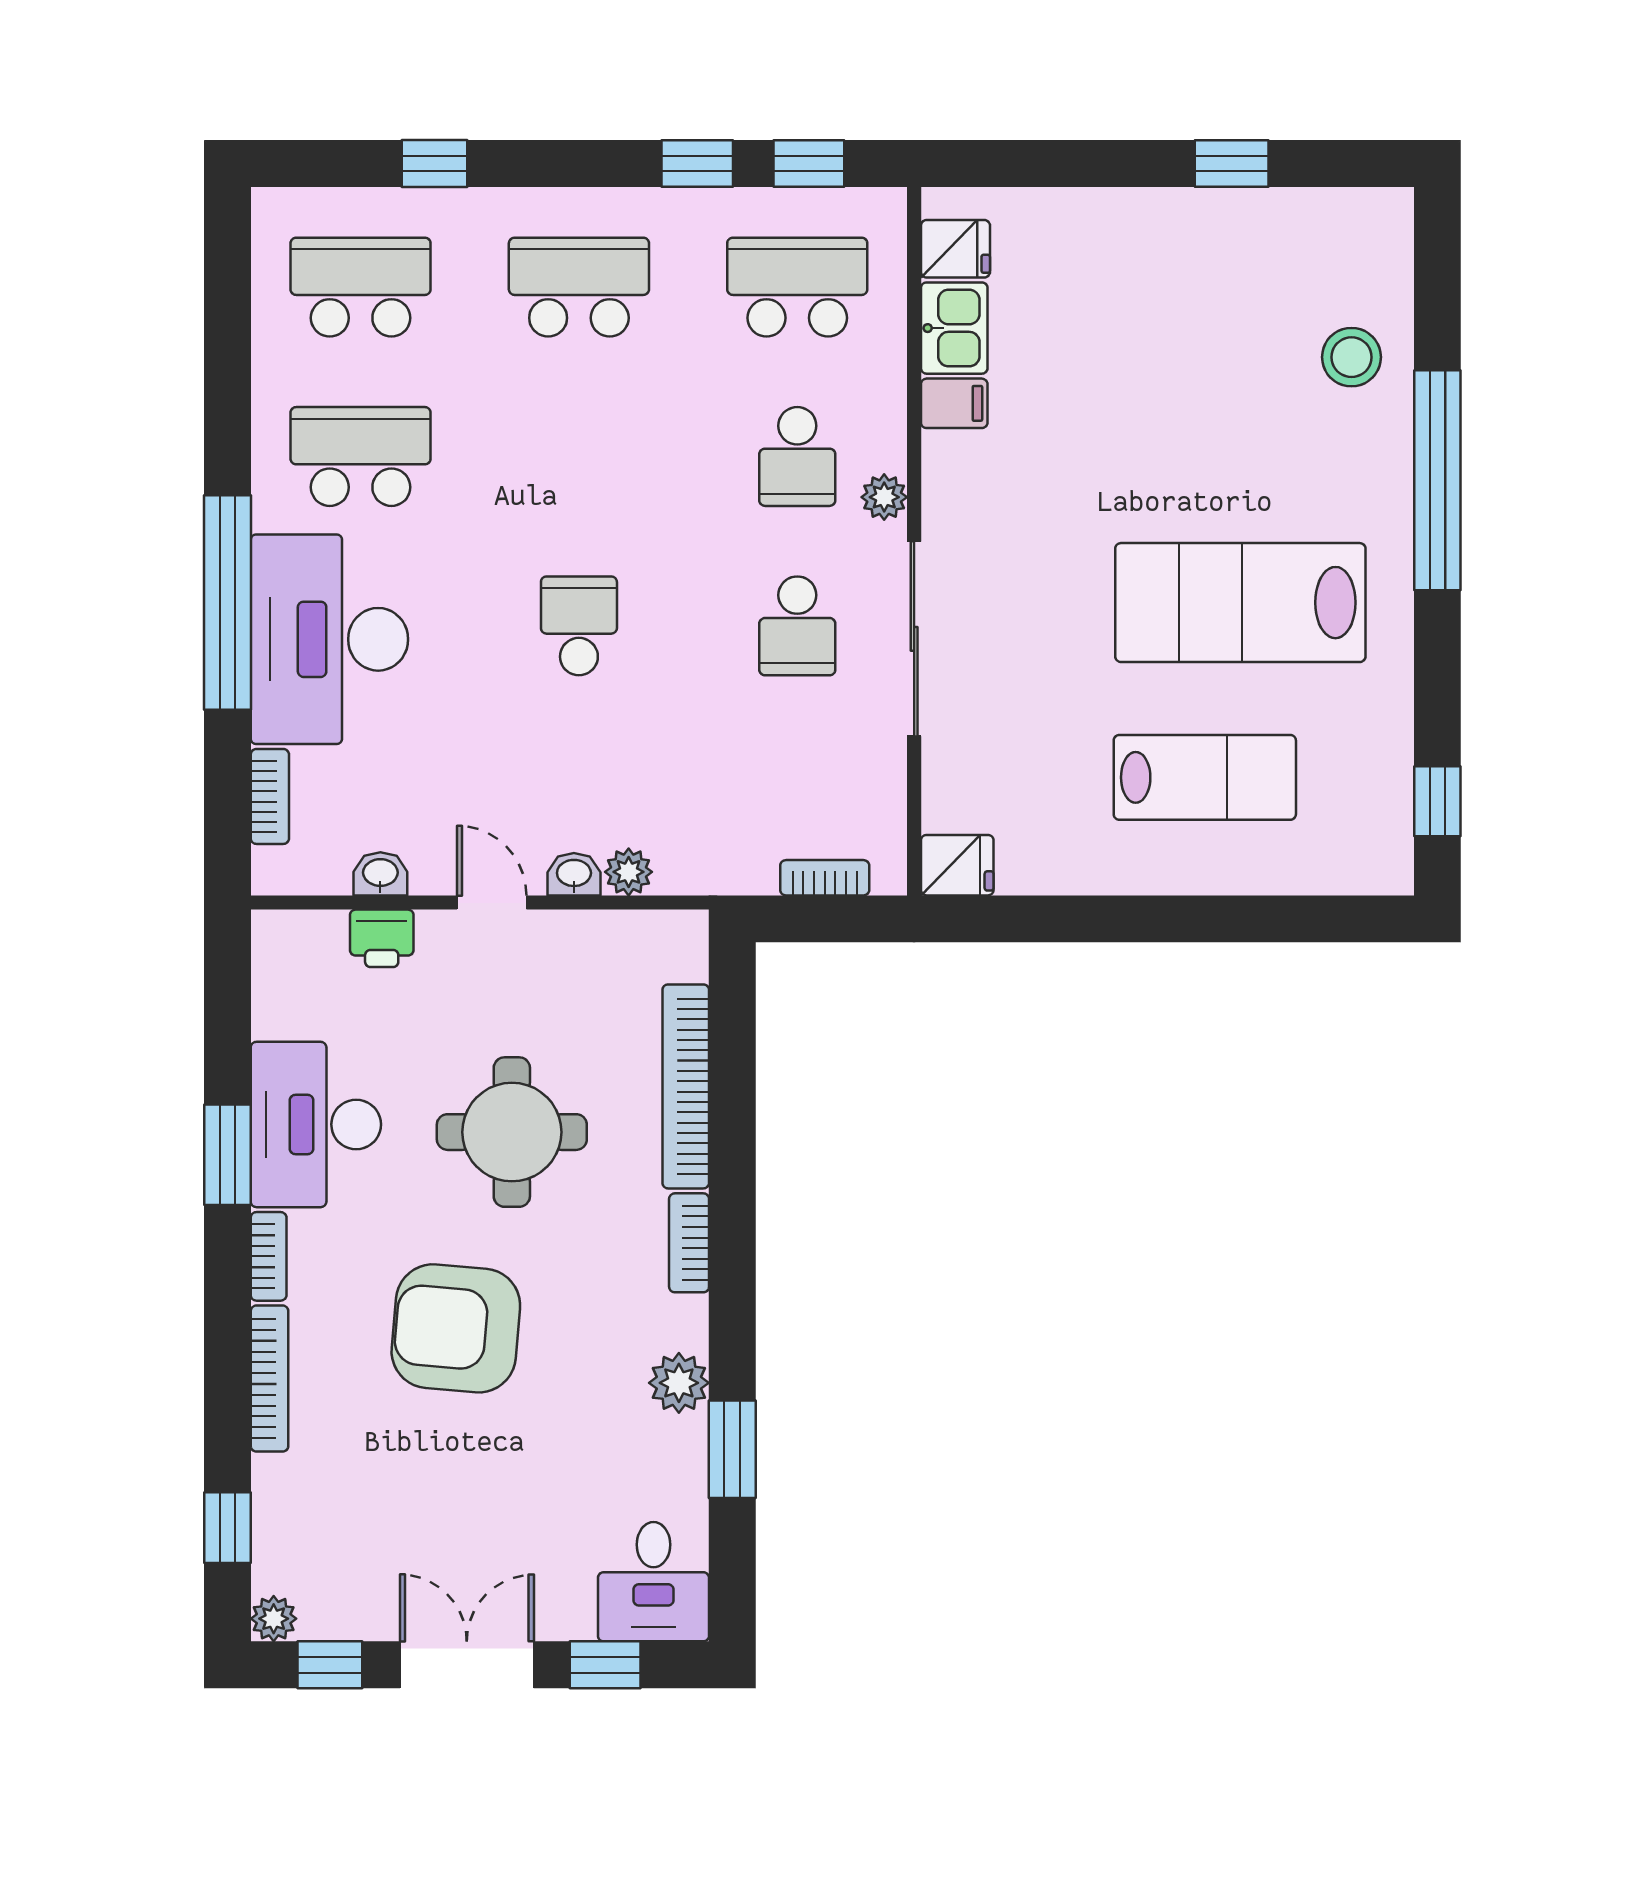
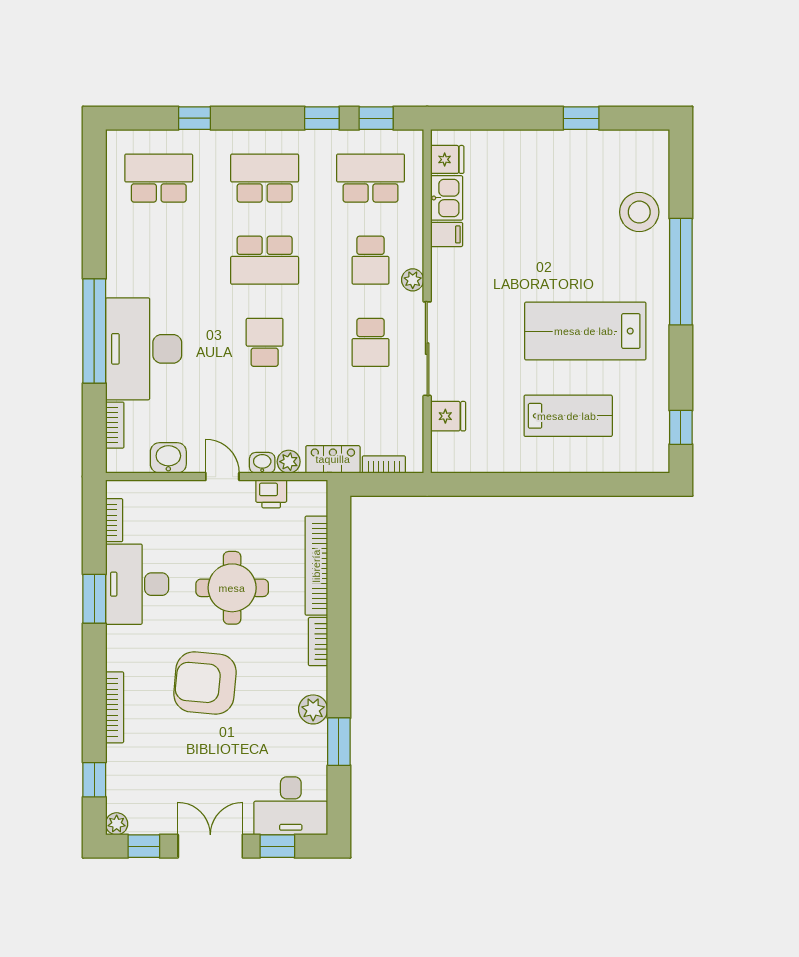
stool: (1351, 357) -> (639, 212), width x1.38, depth x1.38
school desk: (361, 456) -> (265, 260), moved, turned 180
fridge: (957, 865) -> (448, 416), moved
locker: (720, 867) -> (333, 459), added
washbasin: (380, 874) -> (168, 458), width x1.38, depth x1.45
printer: (382, 938) -> (271, 494), moved
bookcase: (269, 1256) -> (114, 520), moved
desk: (653, 1582) -> (291, 806), width x1.37

